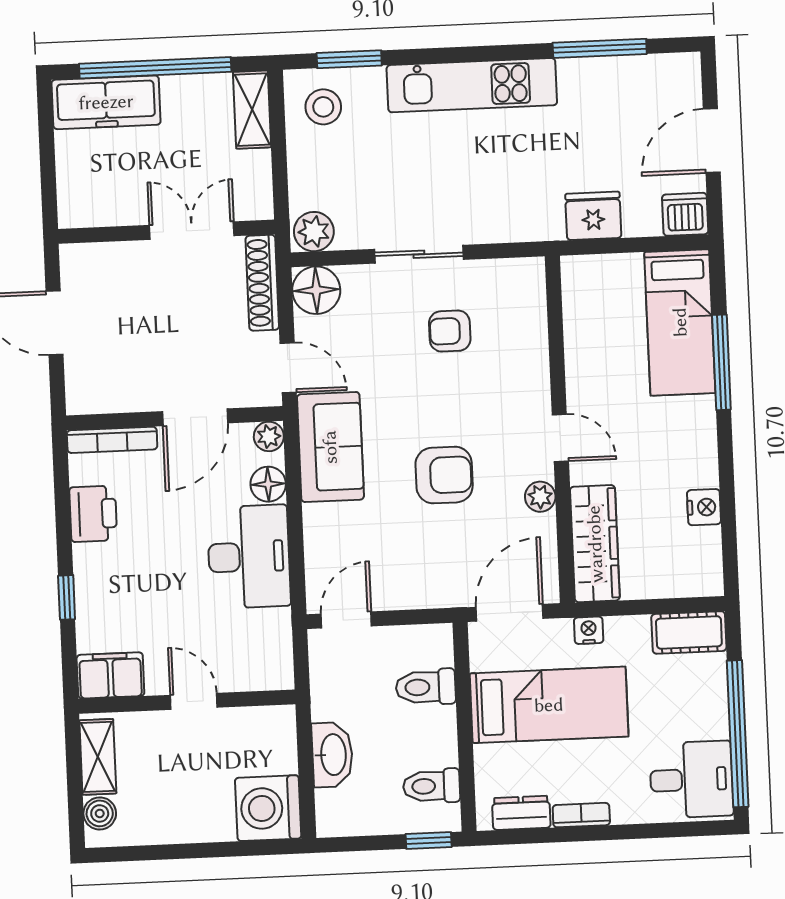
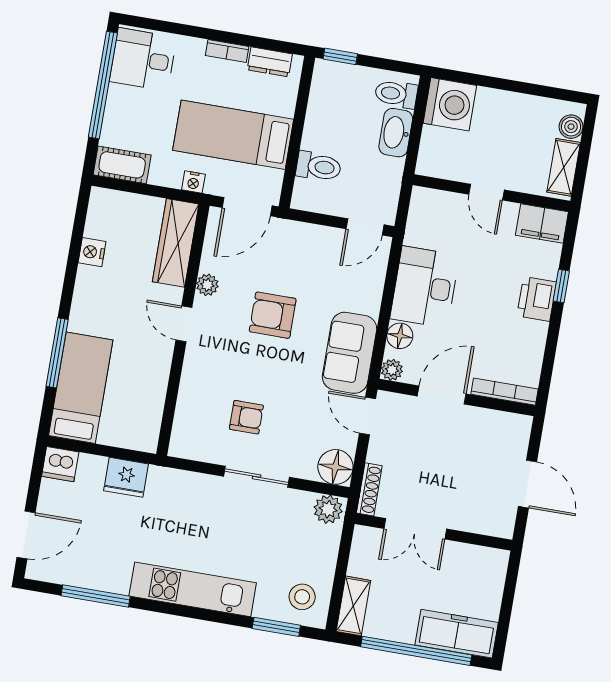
door: (712, 141) -> (26, 535), moved
shoe rack: (262, 283) -> (369, 489), width x0.74, depth x0.81
printer: (93, 514) -> (537, 299), moved
toilet: (432, 786) -> (396, 94), moved, turned 180

